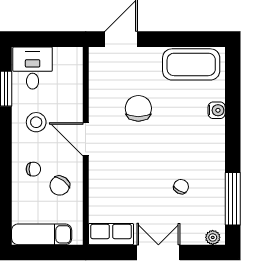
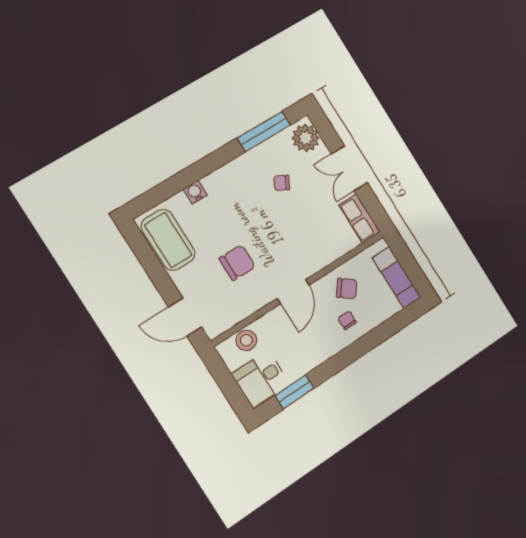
chair: (138, 108) -> (237, 263), turned 180
stool: (36, 122) -> (246, 340), moved
plant: (213, 237) -> (306, 138), width x1.88, depth x1.88

